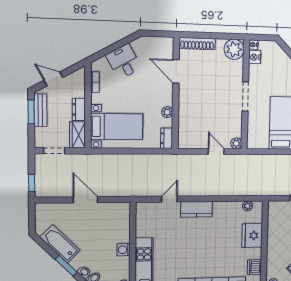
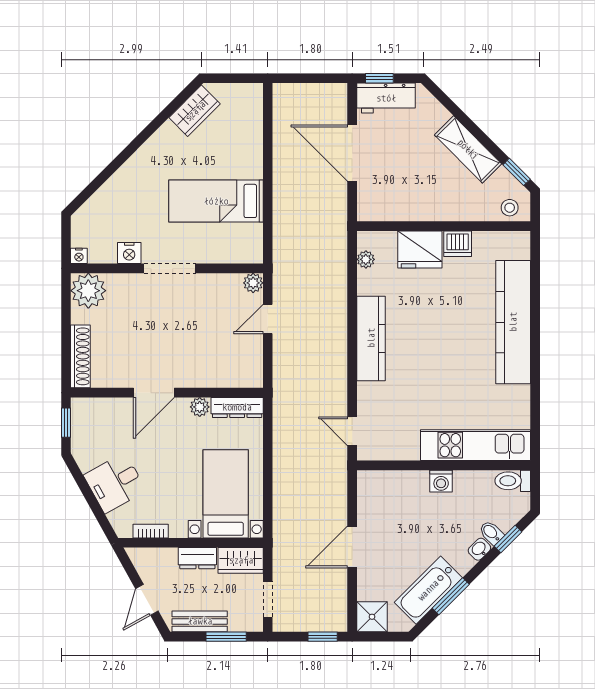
window: (159, 34) -> (66, 423), added
nightstand: (255, 57) -> (129, 253), moved
door: (176, 71) -> (154, 393), moved
window: (31, 112) -> (226, 637), moved
dresser: (167, 138) -> (237, 407), width x1.44
door: (169, 199) -> (352, 431), moved
kitchen counter: (197, 209) -> (371, 338), width x1.50
shower: (44, 212) -> (372, 617), added
window: (66, 266) -> (451, 596), moved
dishwasher: (254, 267) -> (458, 244), moved

